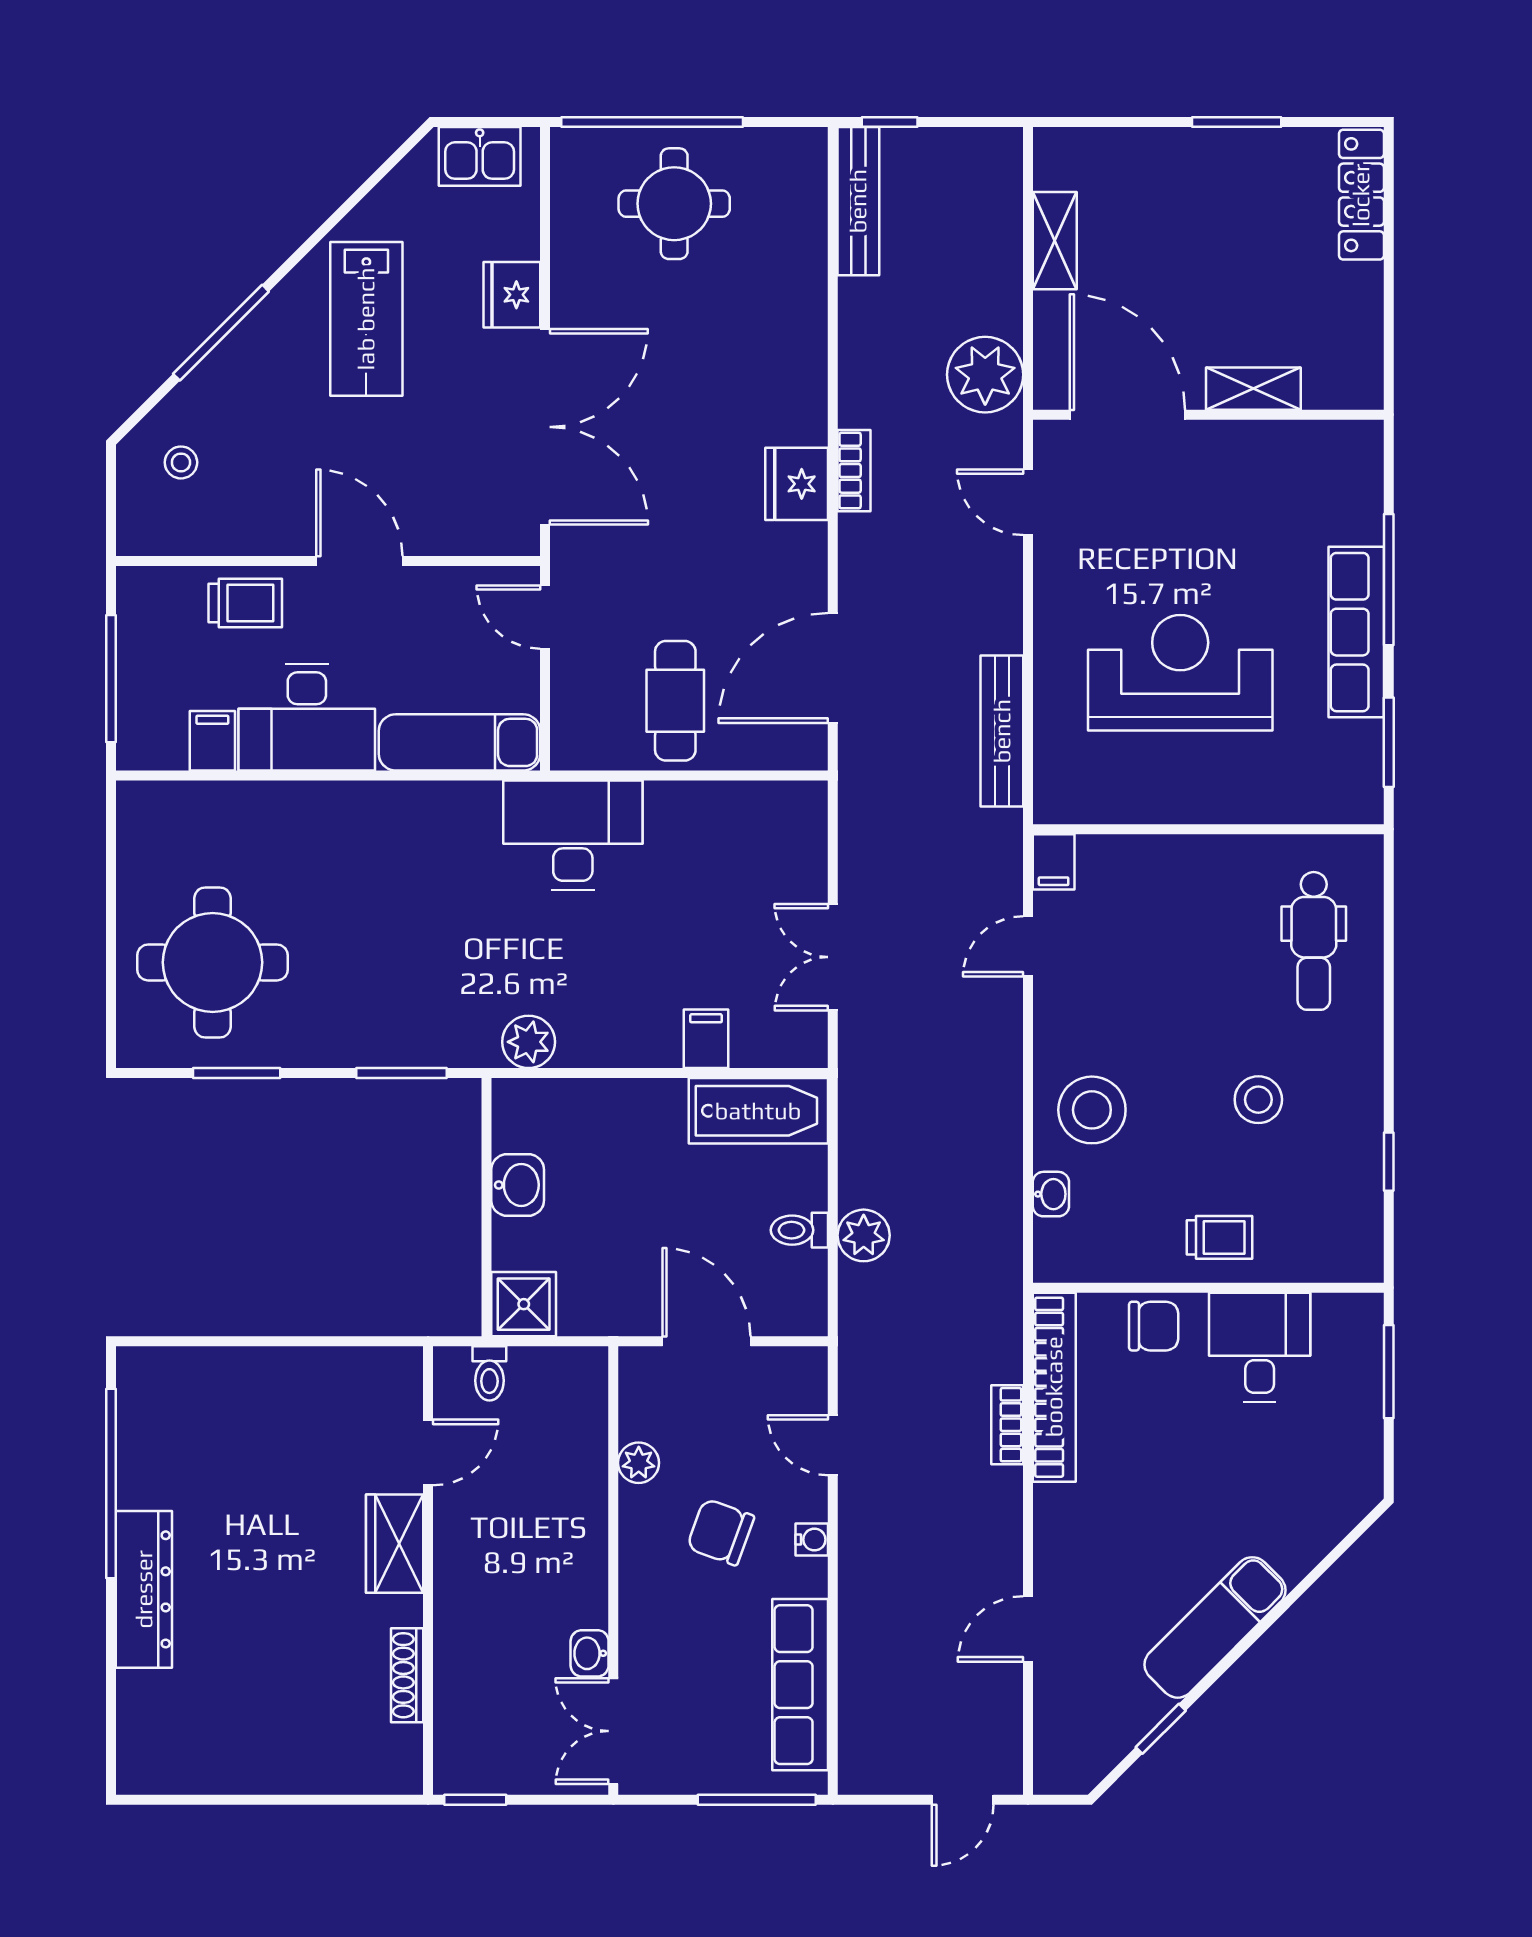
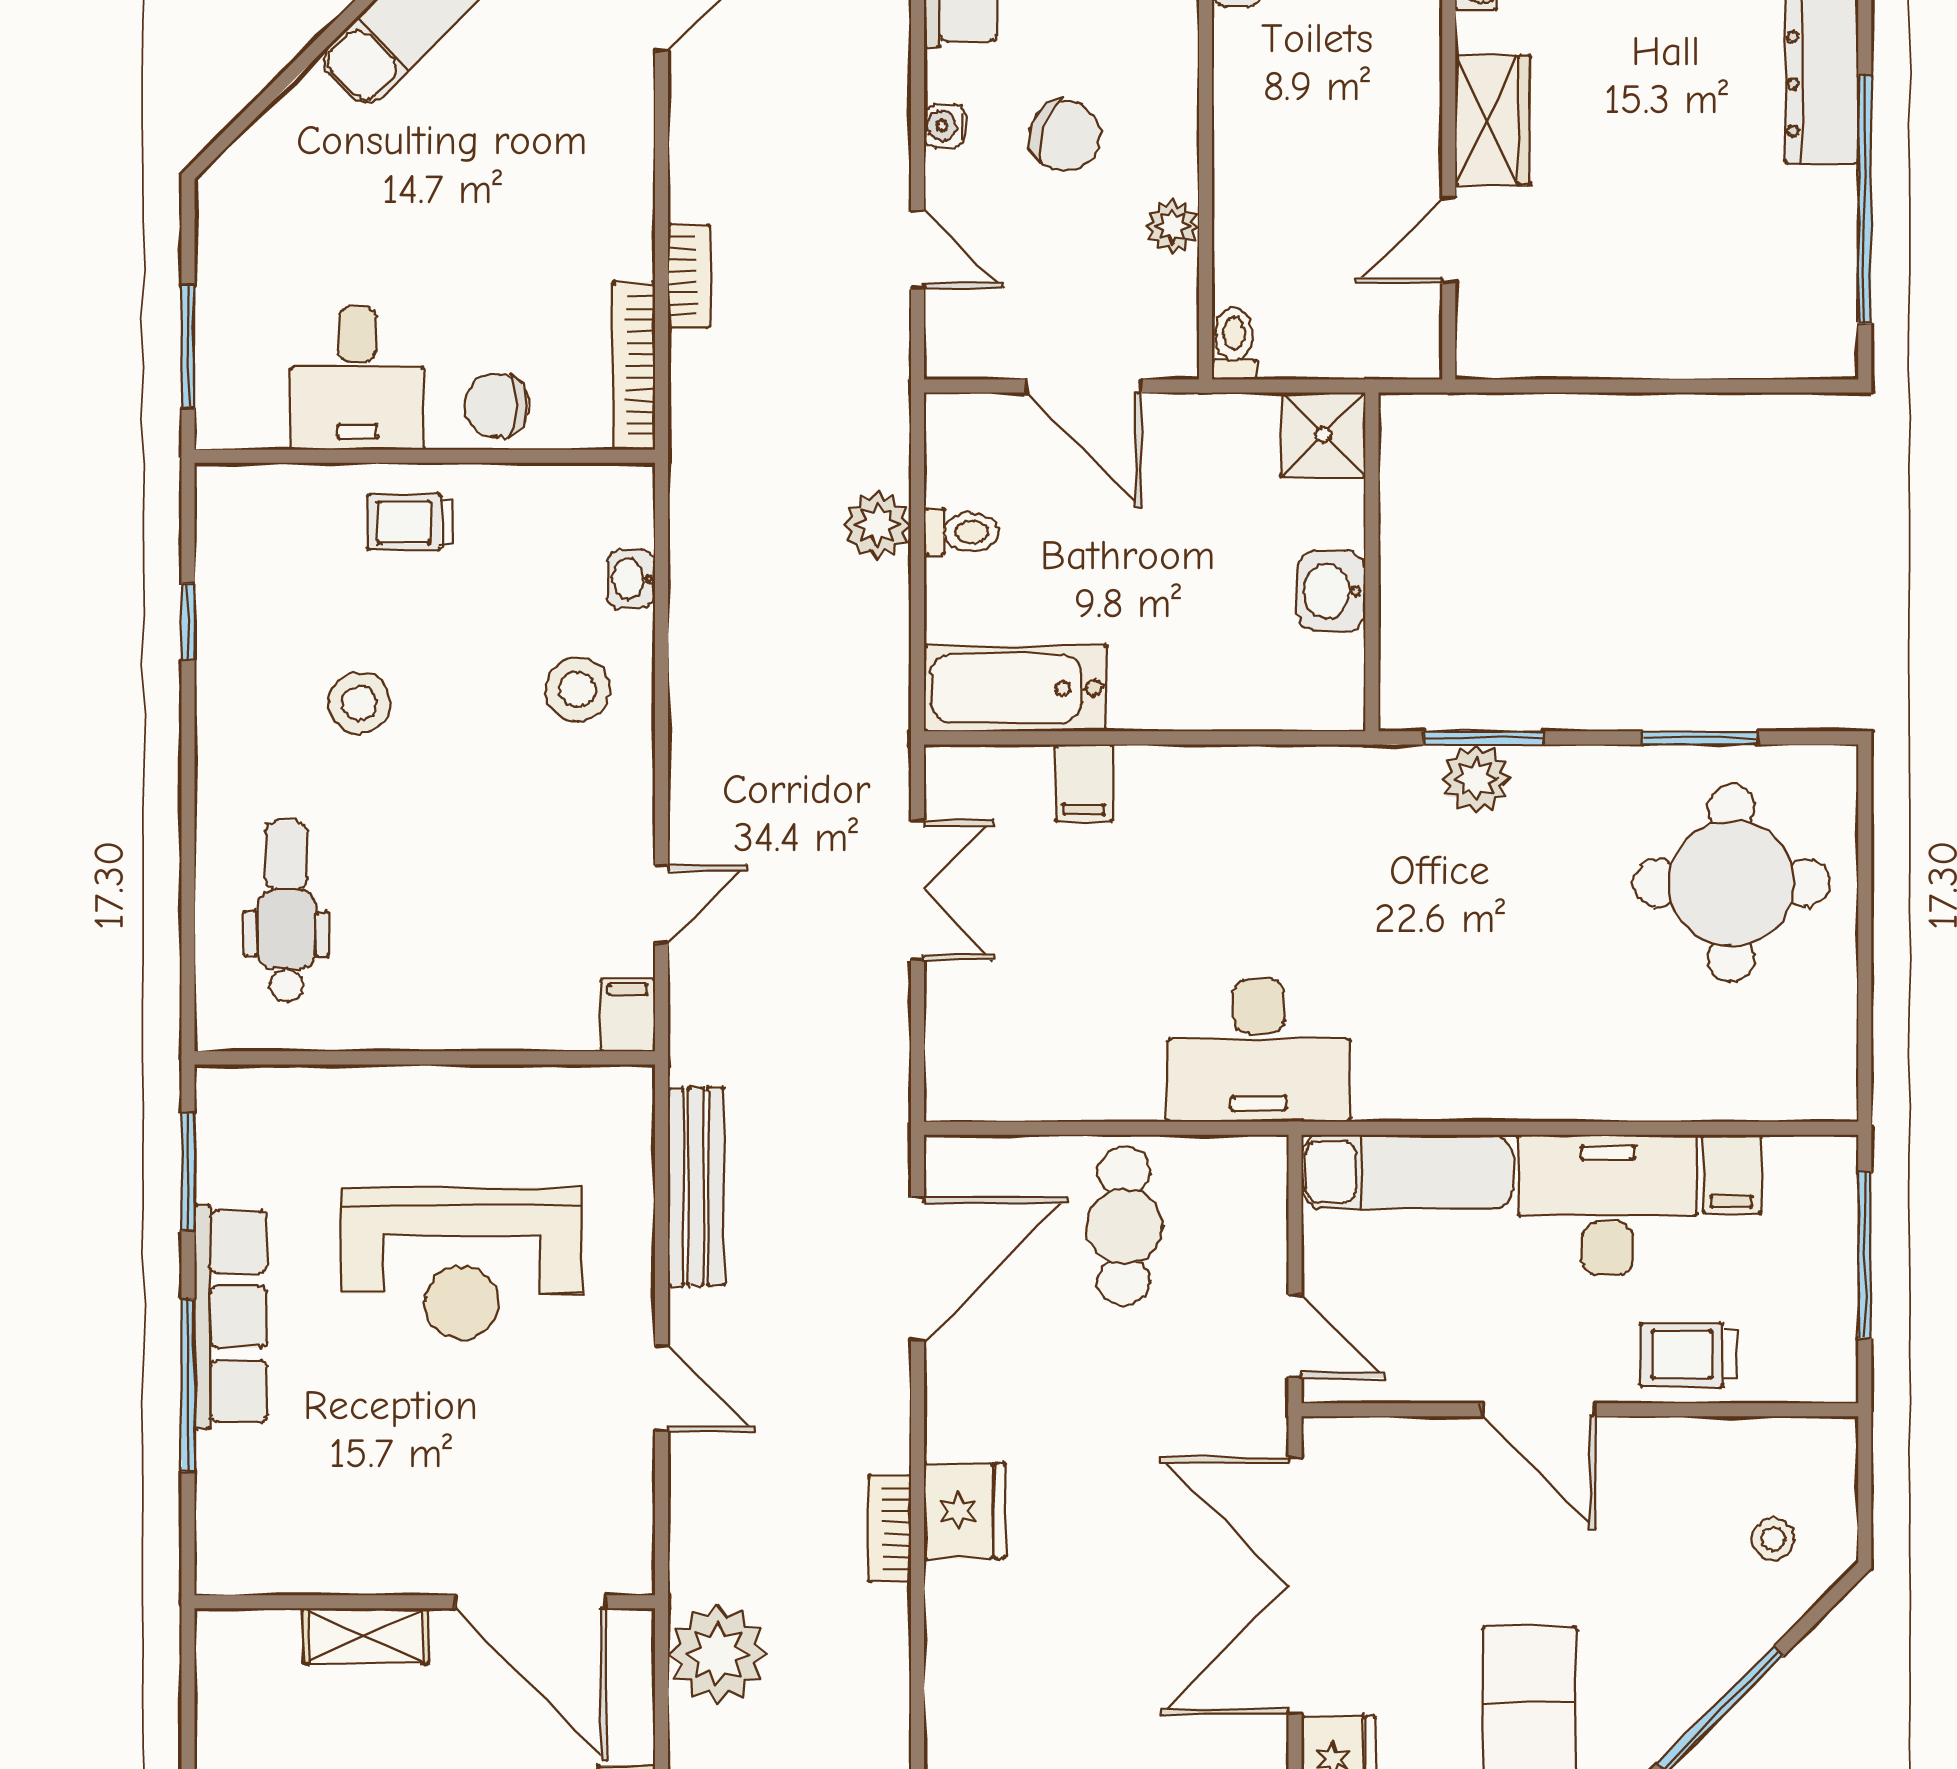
door: (1028, 502) -> (662, 1389), moved
plant: (529, 1042) -> (1476, 779), moved
stool: (1092, 1110) -> (577, 689), width x0.73, depth x0.73
toilet: (489, 1373) -> (1234, 344), moved
bookcase: (1054, 1387) -> (634, 366), width x0.68, depth x0.76

